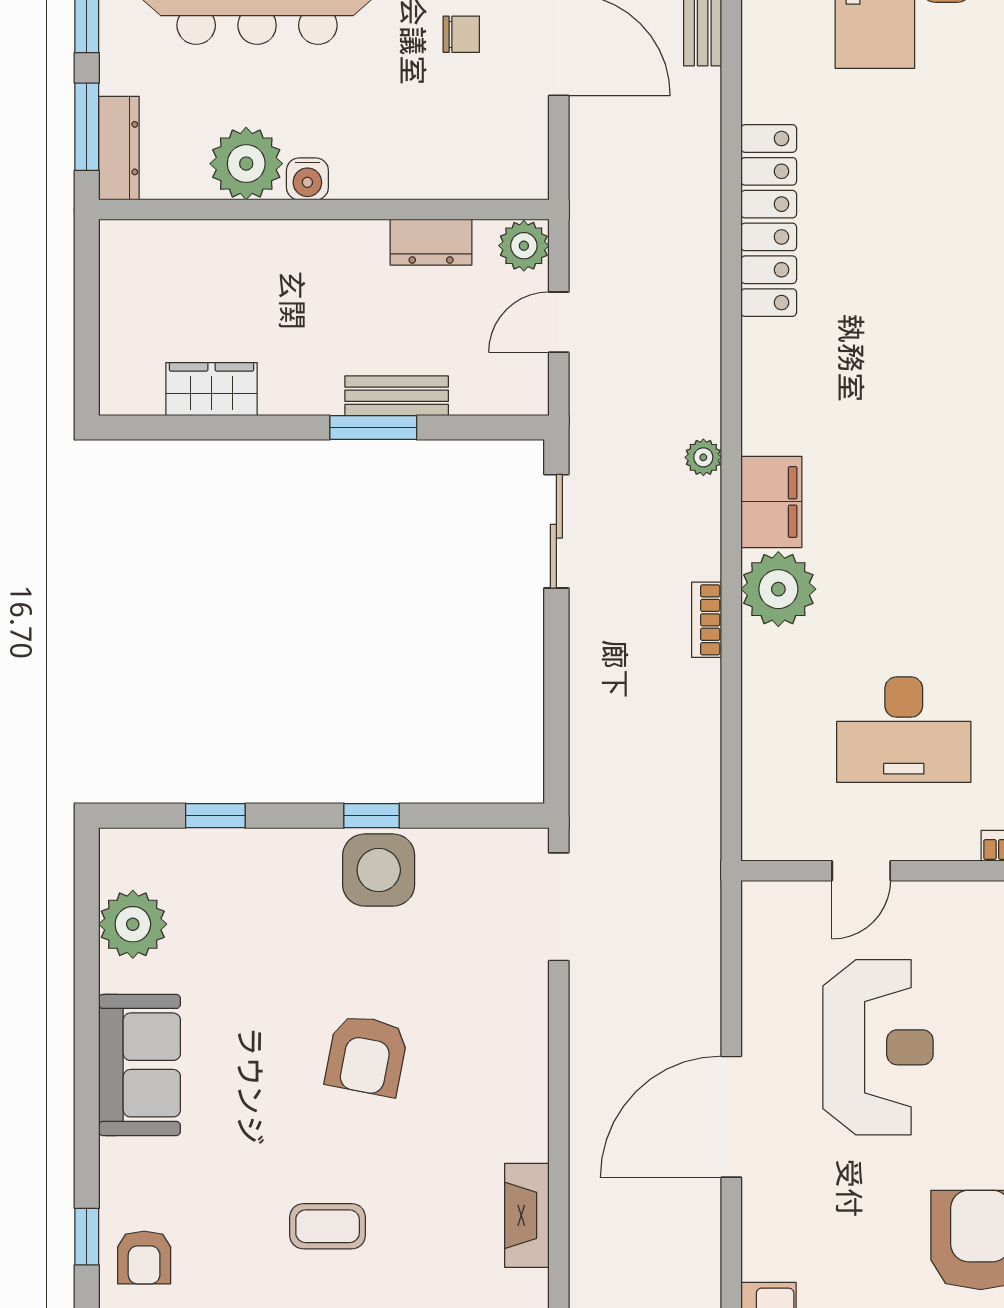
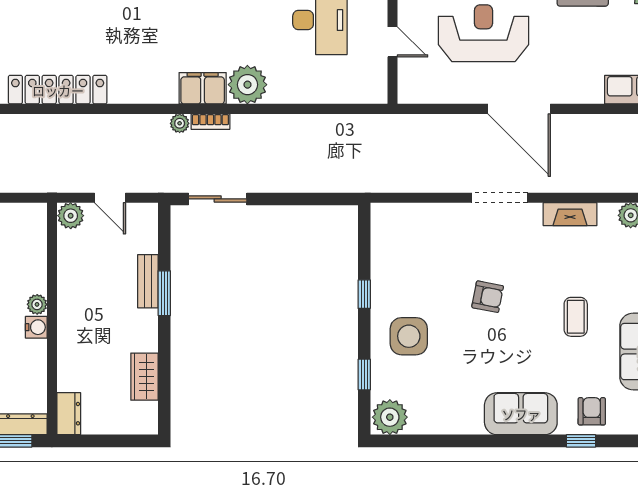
plant: (246, 164) -> (37, 304), moved, width x0.53, depth x0.53
dresser: (431, 242) -> (69, 414), moved
bookcase: (707, 620) -> (210, 122), moved
side table: (379, 870) -> (409, 336), moved
doorway: (559, 907) -> (500, 198), moved
plant: (133, 924) -> (390, 417), moved
armchair: (367, 1055) -> (488, 297), width x0.72, depth x0.72
sofa: (140, 1065) -> (521, 414), moved
armchair: (144, 1257) -> (592, 411), turned -90

